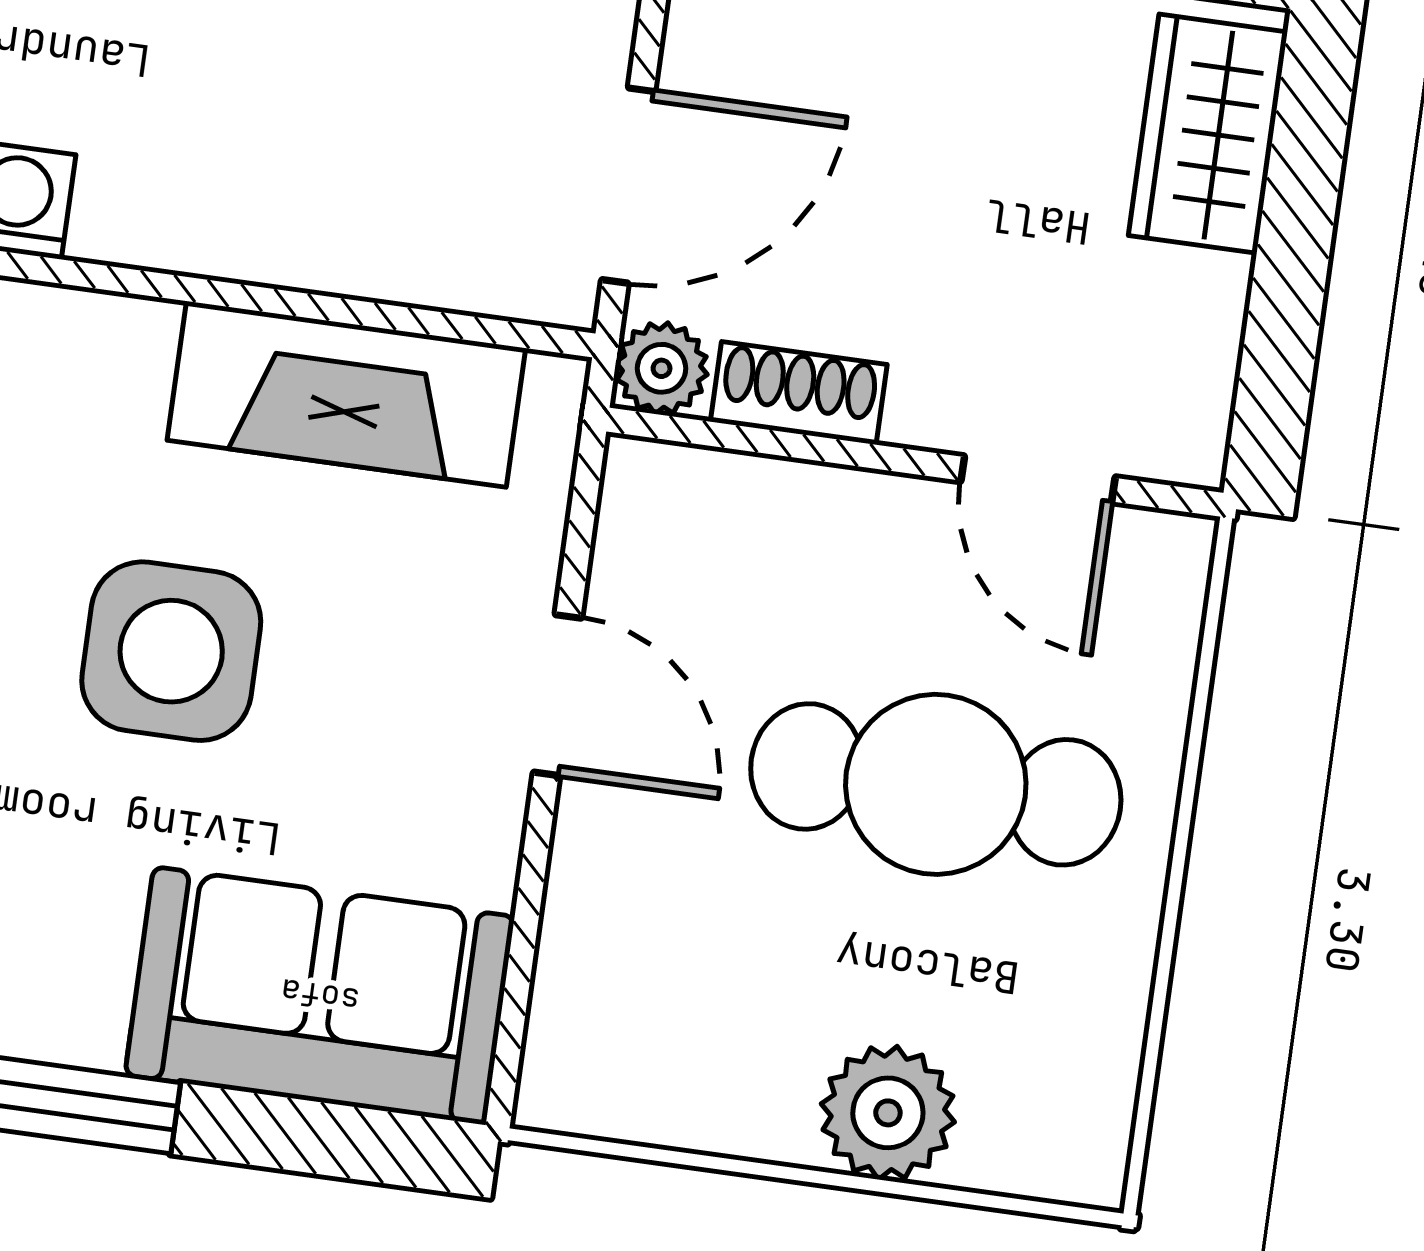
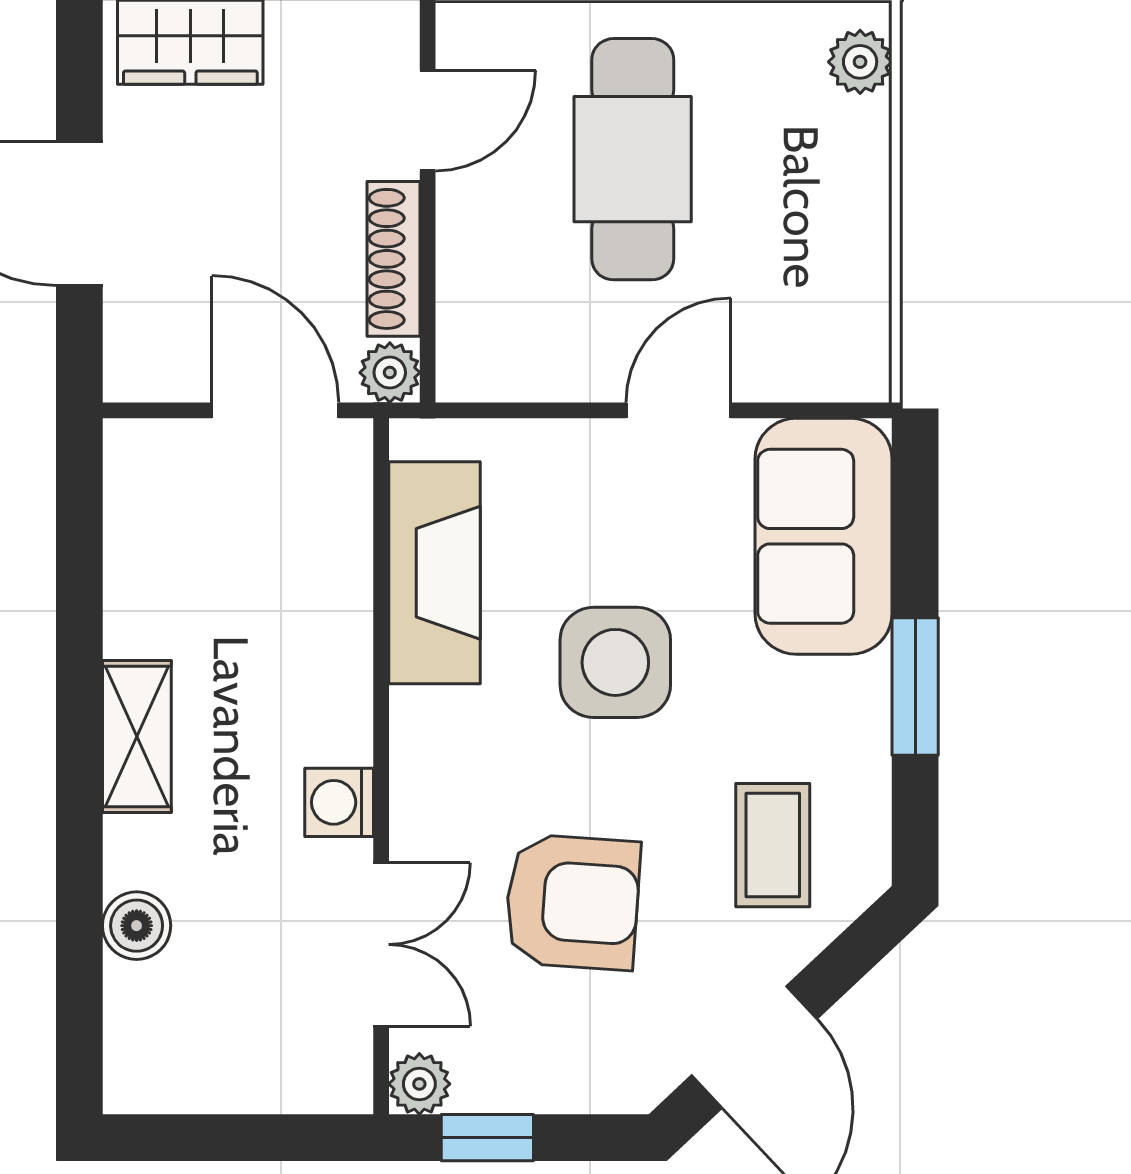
shoe rack: (799, 393) -> (394, 259), width x1.43
door: (557, 695) -> (678, 410), moved
plant: (888, 1113) -> (860, 62), moved, width x0.73, depth x0.73

